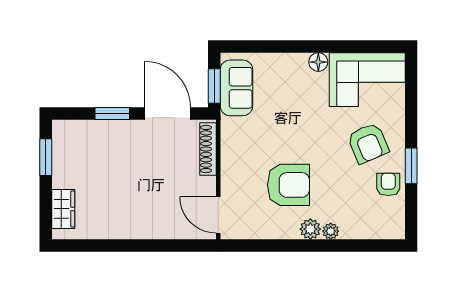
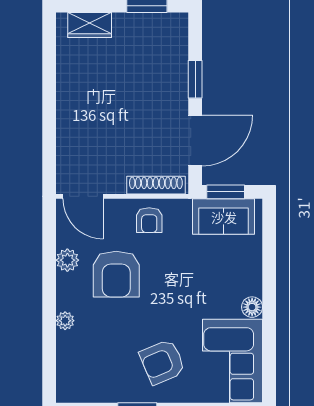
armchair: (388, 184) -> (149, 220), moved, turned 90
door: (218, 215) -> (83, 196), swing flipped
plant: (310, 229) -> (67, 260), moved

